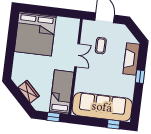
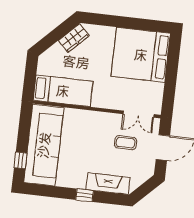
double door: (77, 55) -> (139, 114), moved
wardrobe: (28, 92) -> (74, 38), moved
window: (53, 117) -> (30, 80), removed

